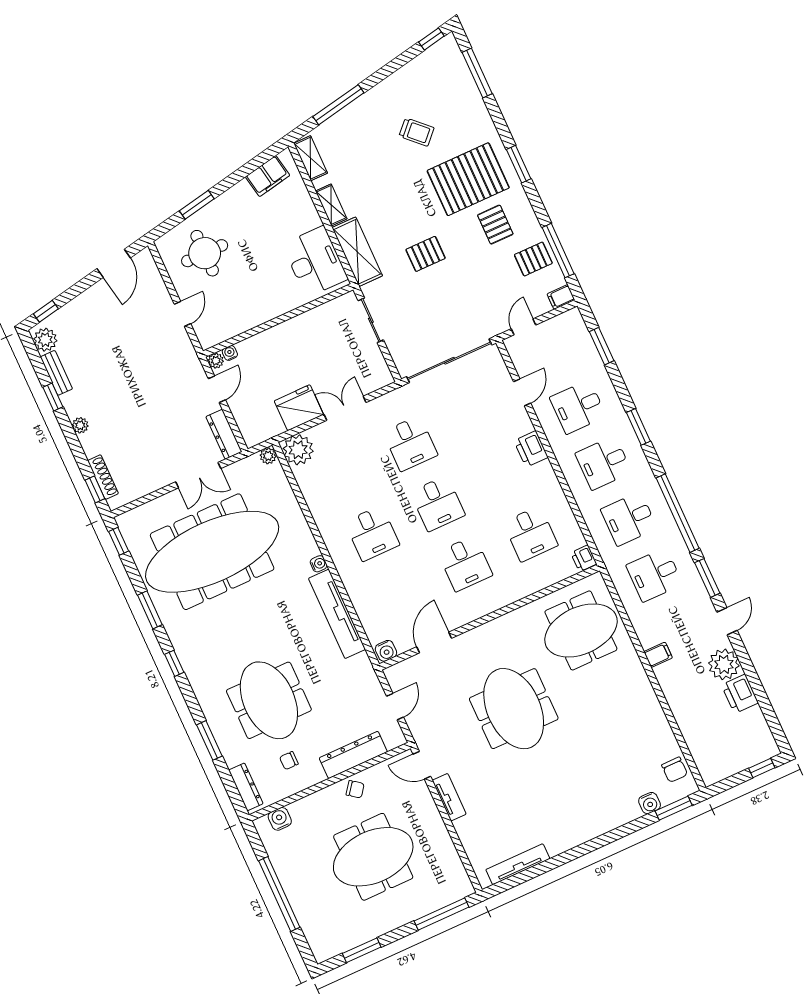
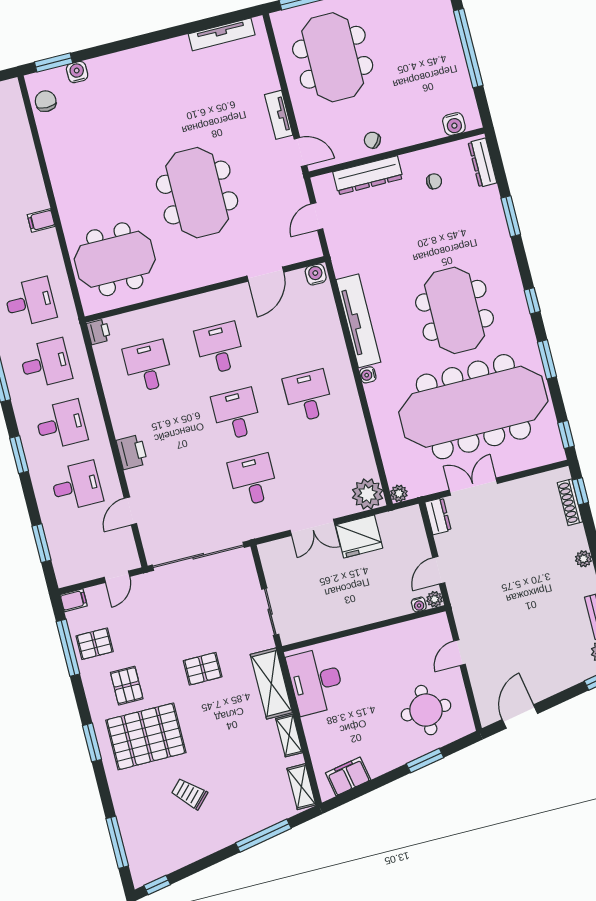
dresser: (224, 434) -> (438, 516), width x0.70
meeting table: (269, 700) -> (455, 310), moved
meeting table: (373, 857) -> (333, 57), moved, turned 90

